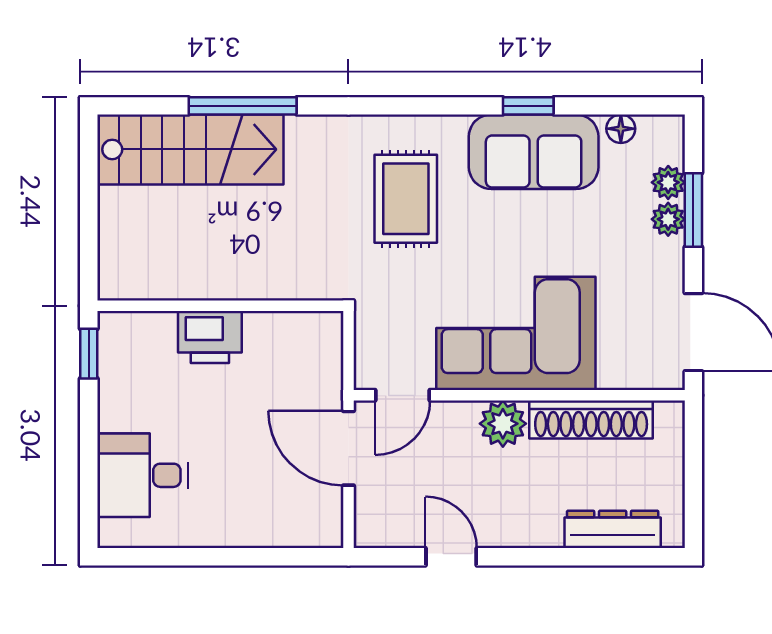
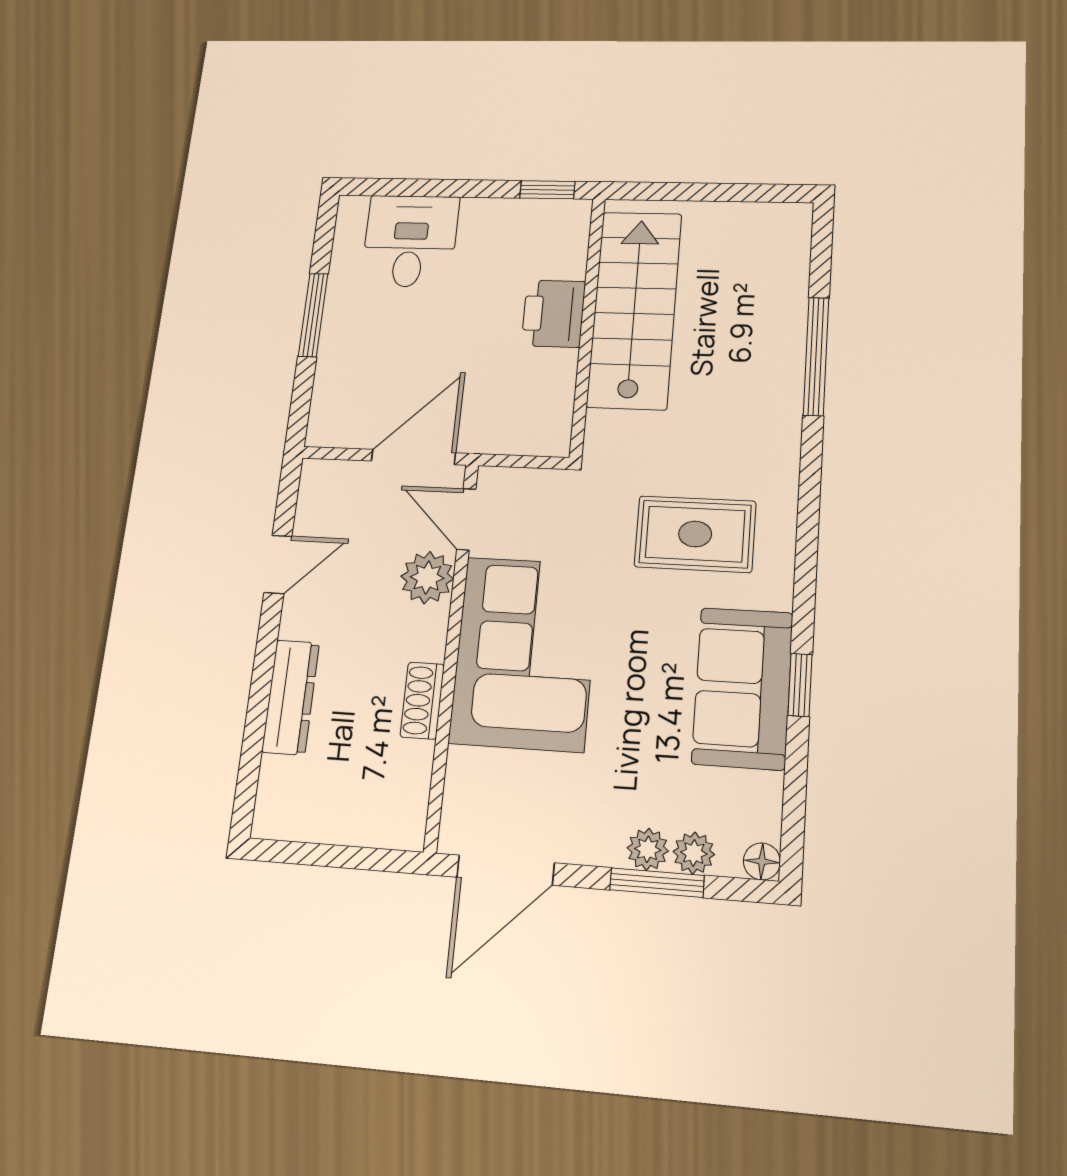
floor lamp: (621, 129) -> (762, 861), moved
stairs: (190, 149) -> (634, 309), moved, turned 180
shoe rack: (591, 420) -> (422, 701), width x0.51, depth x0.81
plant: (503, 424) -> (427, 578), moved
dresser: (613, 529) -> (291, 697), moved
window: (218, 557) -> (313, 315), added

